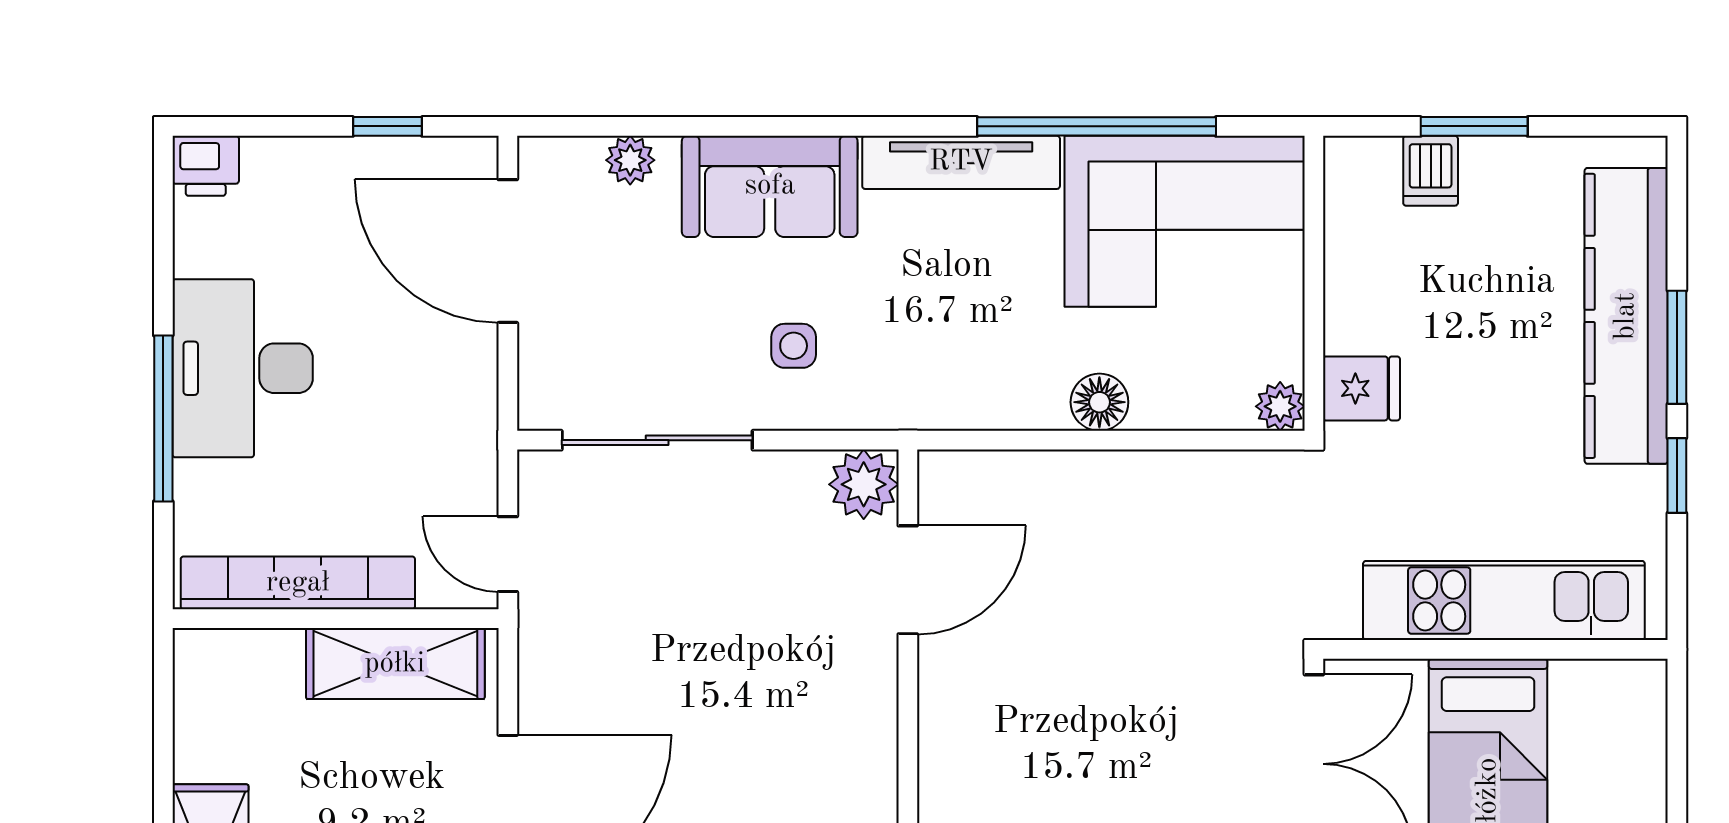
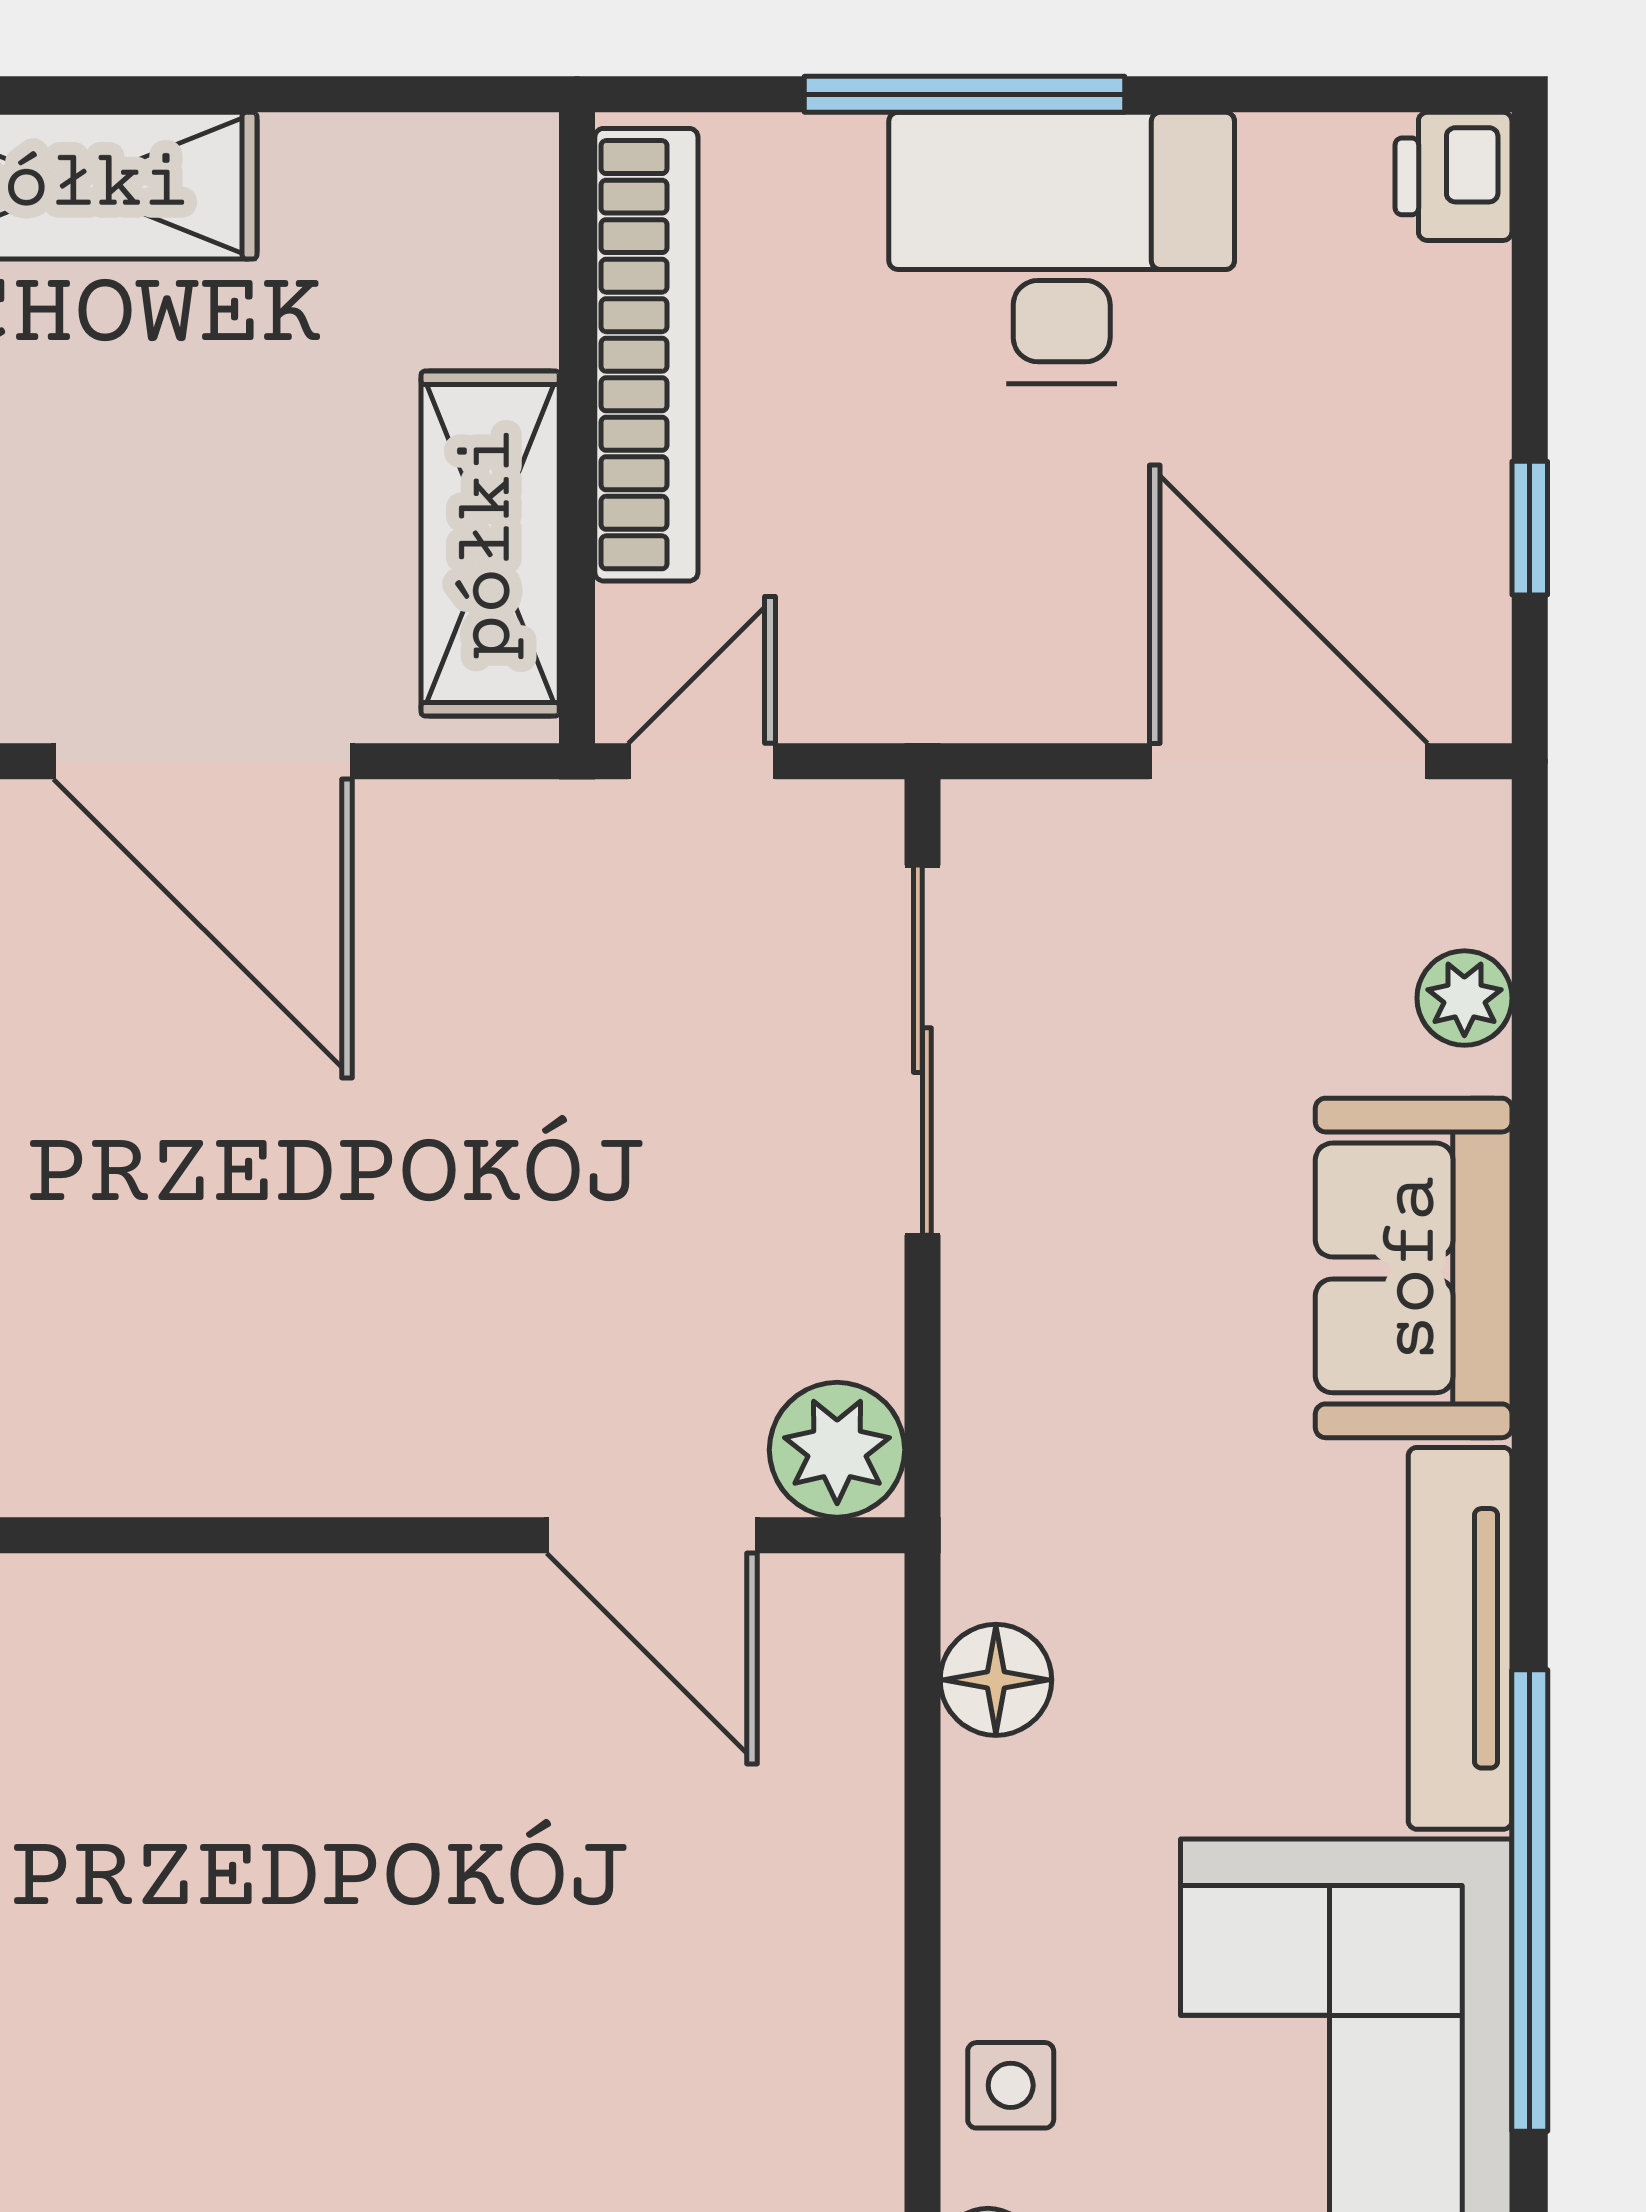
door: (508, 251) -> (1288, 761), hinge flipped
side table: (794, 346) -> (1011, 2085), moved
floor lamp: (1099, 402) -> (996, 1680), moved

